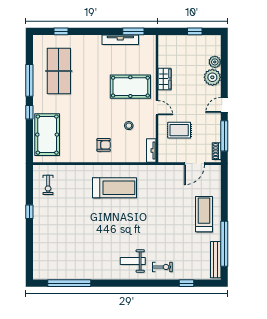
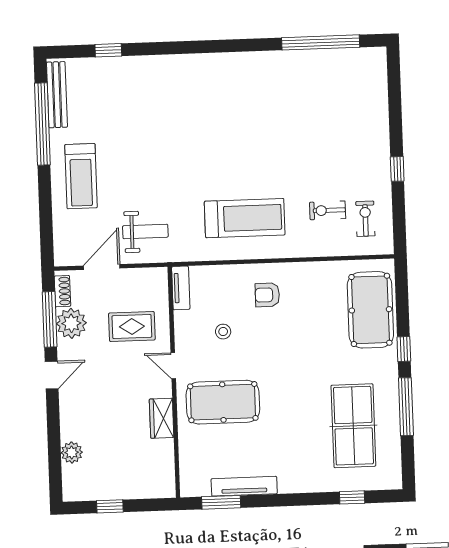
plant: (212, 77) -> (71, 323), moved
treadmill: (115, 188) -> (245, 218), turned 180
weight bench: (133, 261) -> (145, 231), moved
exercise bike: (162, 267) -> (328, 210), moved

